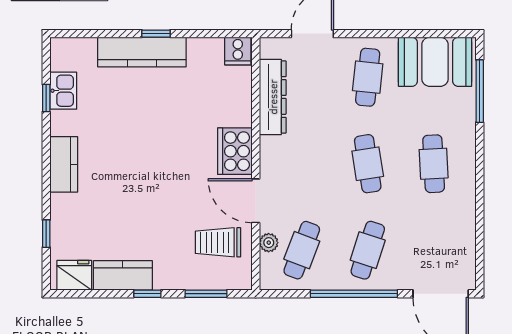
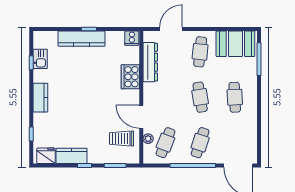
cooker: (235, 151) -> (130, 77), moved

